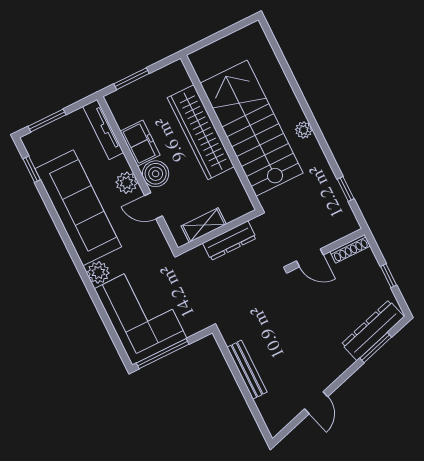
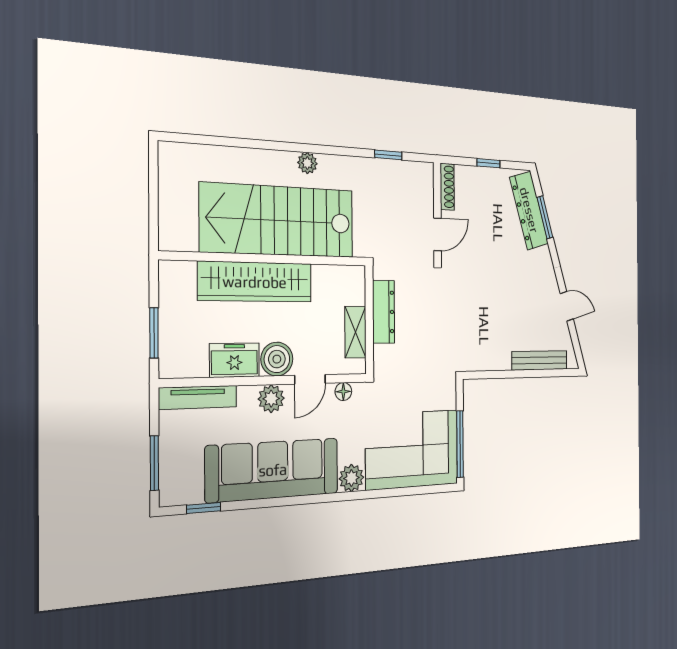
floor lamp: (157, 236) -> (343, 392), added
bench: (247, 370) -> (540, 360), moved

